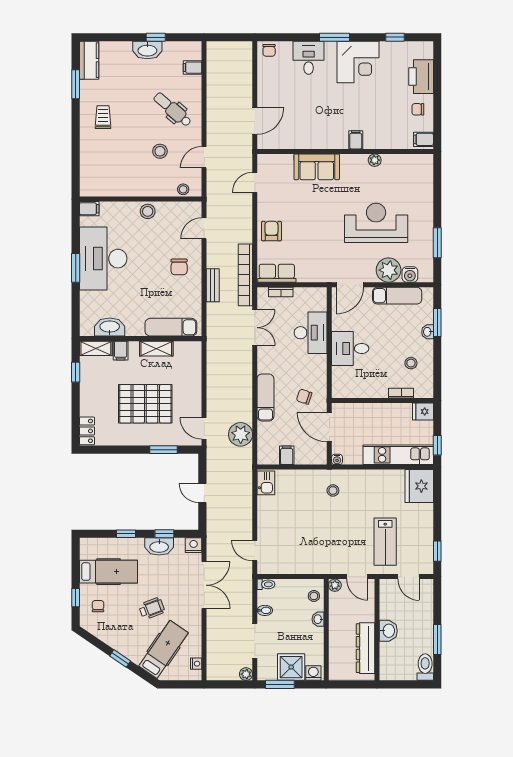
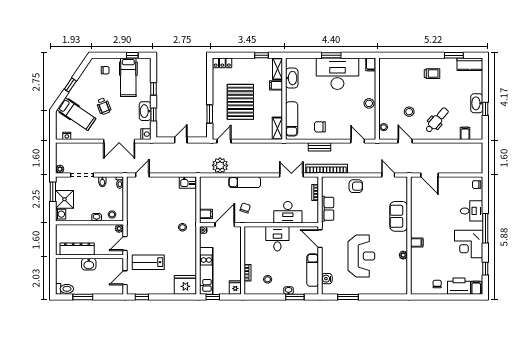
window: (334, 37) -> (485, 228), width x1.44
filing cabinet: (423, 139) -> (476, 288), moved
chair: (179, 267) -> (320, 127), moved
plant: (389, 270) -> (330, 264), removed
row of seats: (277, 273) -> (328, 209), moved
double door: (255, 328) -> (291, 175), swing flipped
shelving: (156, 349) -> (277, 128), moved
filing cabinet: (287, 455) -> (206, 214), moved
window: (76, 598) -> (132, 55), moved

